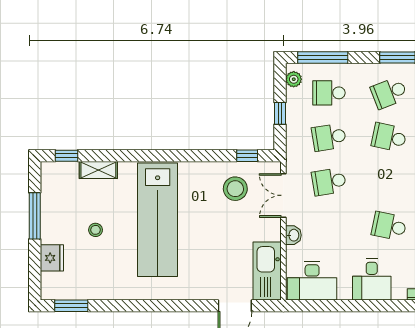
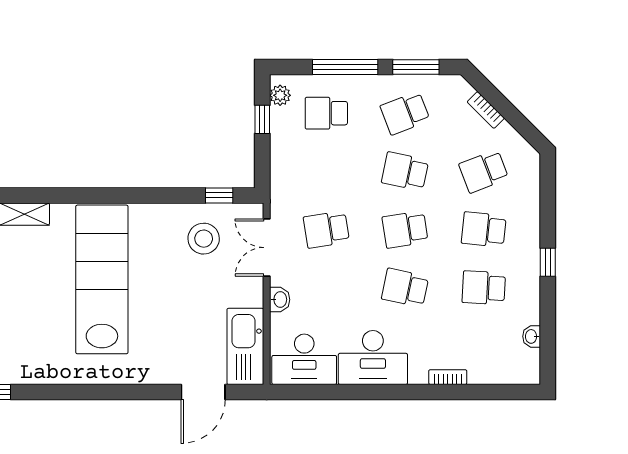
window: (323, 58) -> (345, 67), moved
window: (280, 113) -> (262, 119), moved
school desk: (329, 137) -> (405, 230), moved
lab bench: (158, 220) -> (102, 279), turned 180
stool: (96, 230) -> (21, 293), removed
desk: (372, 279) -> (373, 358), width x1.37

